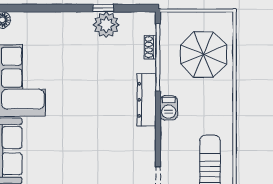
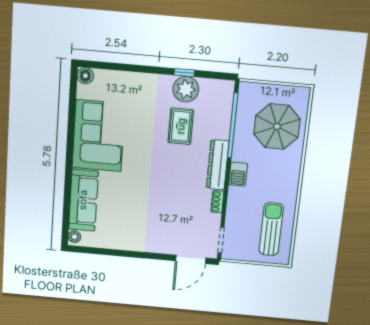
shoe rack: (150, 47) -> (217, 202), moved
rug: (104, 63) -> (181, 126), added

